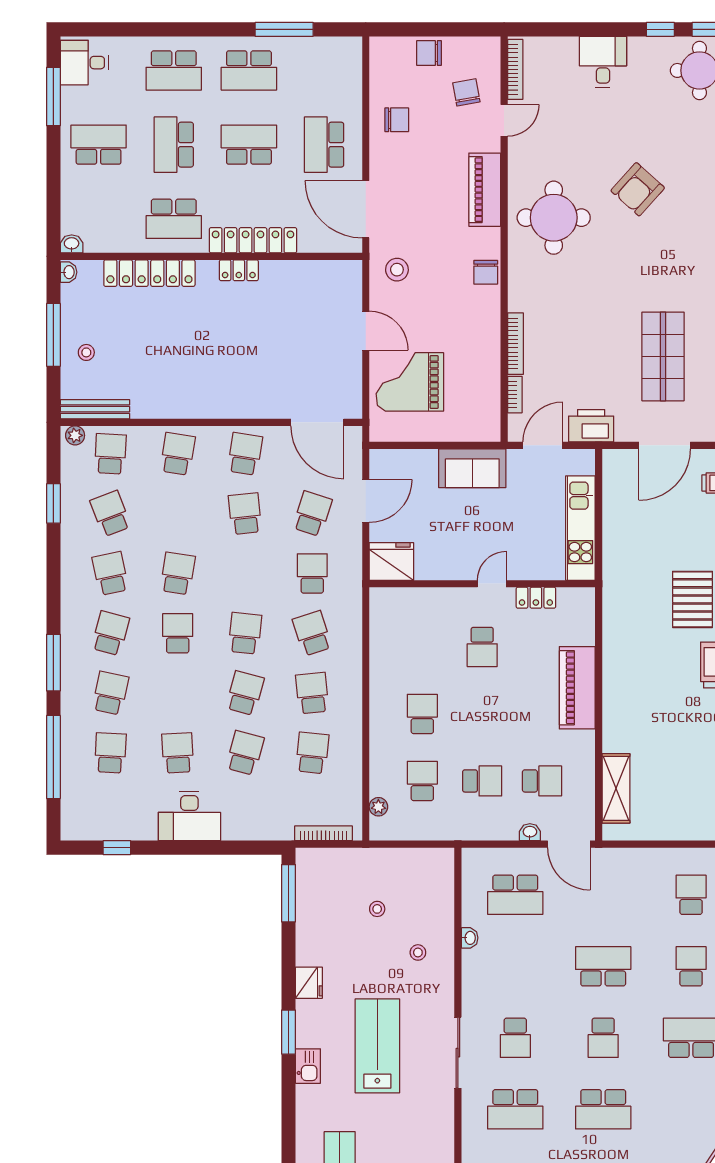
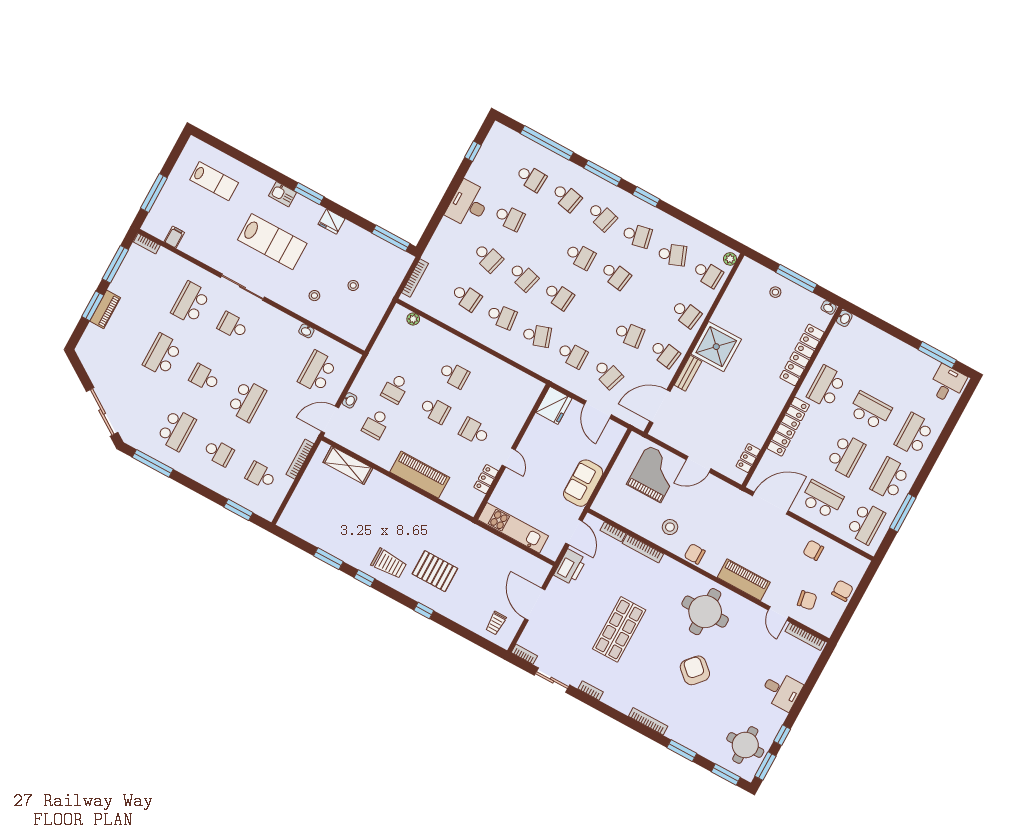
chair: (397, 120) -> (813, 550), turned 90
school desk: (99, 145) -> (866, 523), moved
locker: (239, 270) -> (748, 458), moved
stool: (397, 270) -> (670, 527), moved
shop shelf: (663, 356) -> (619, 629), moved, turned 90
shower: (199, 391) -> (716, 347), added
bench: (95, 409) -> (688, 373), moved, width x0.73
window: (53, 503) -> (646, 197), moved
school desk: (422, 781) -> (435, 410), moved
bookcase: (642, 855) -> (300, 459), added
school desk: (691, 895) -> (261, 476), turned 180

